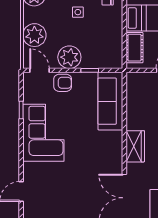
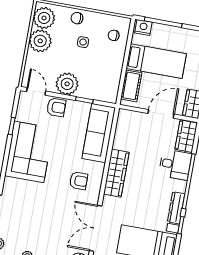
plant: (34, 35) -> (40, 41), moved
wardrobe: (135, 146) -> (116, 173), width x1.50
armchair: (99, 153) -> (79, 181), added

